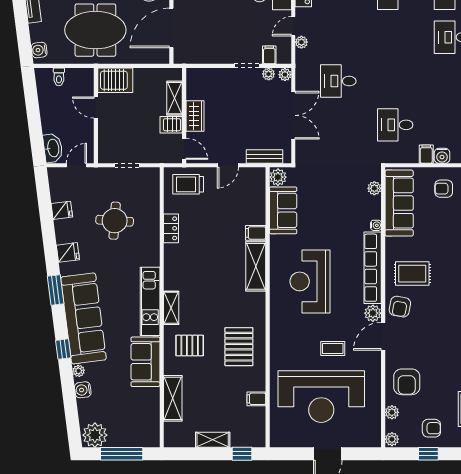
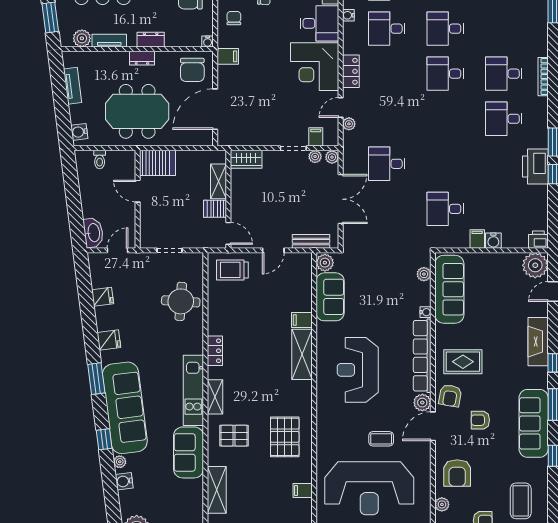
wardrobe: (195, 116) -> (246, 159), moved, turned 90
armchair: (444, 189) -> (480, 420), moved
round table: (115, 221) -> (181, 301), moved
locker: (171, 228) -> (215, 351), moved

